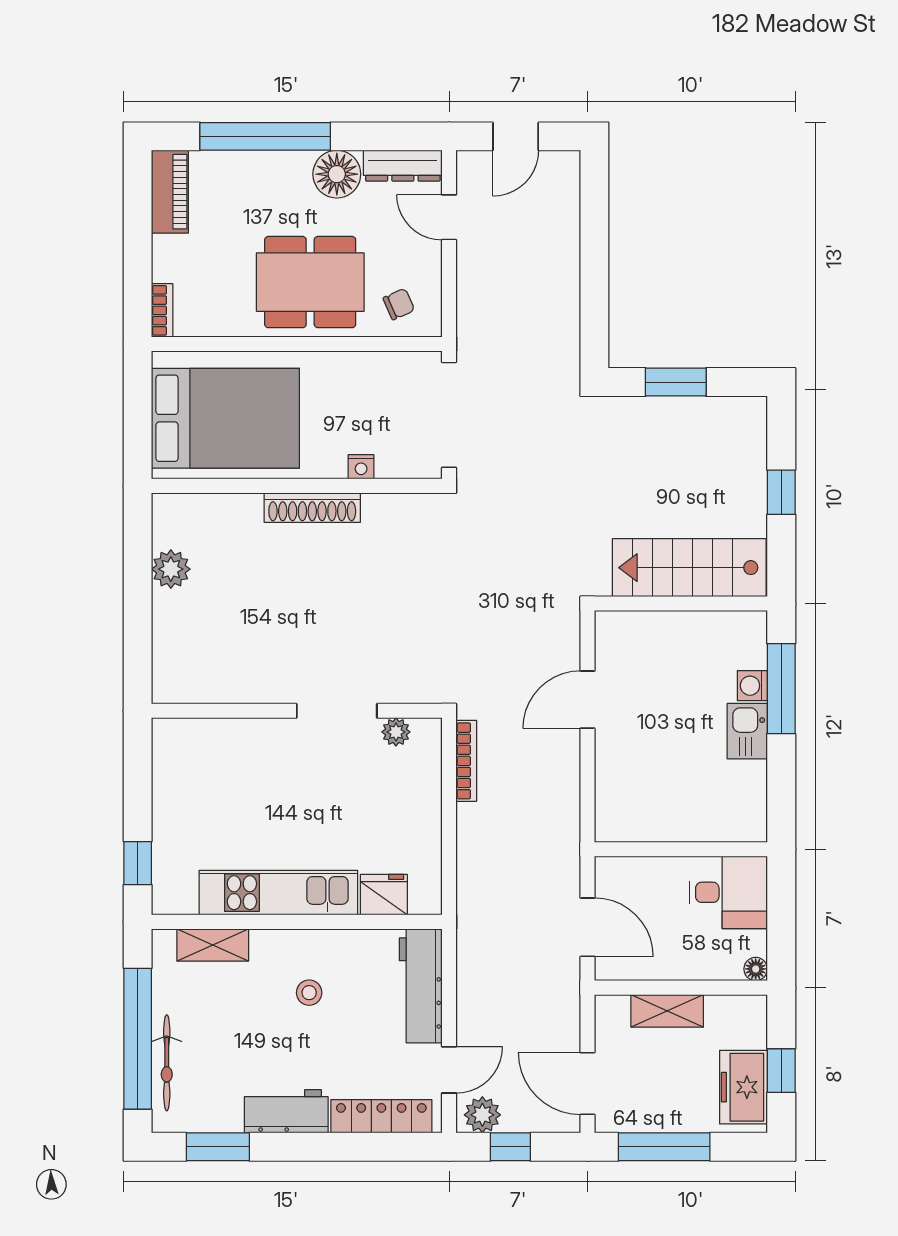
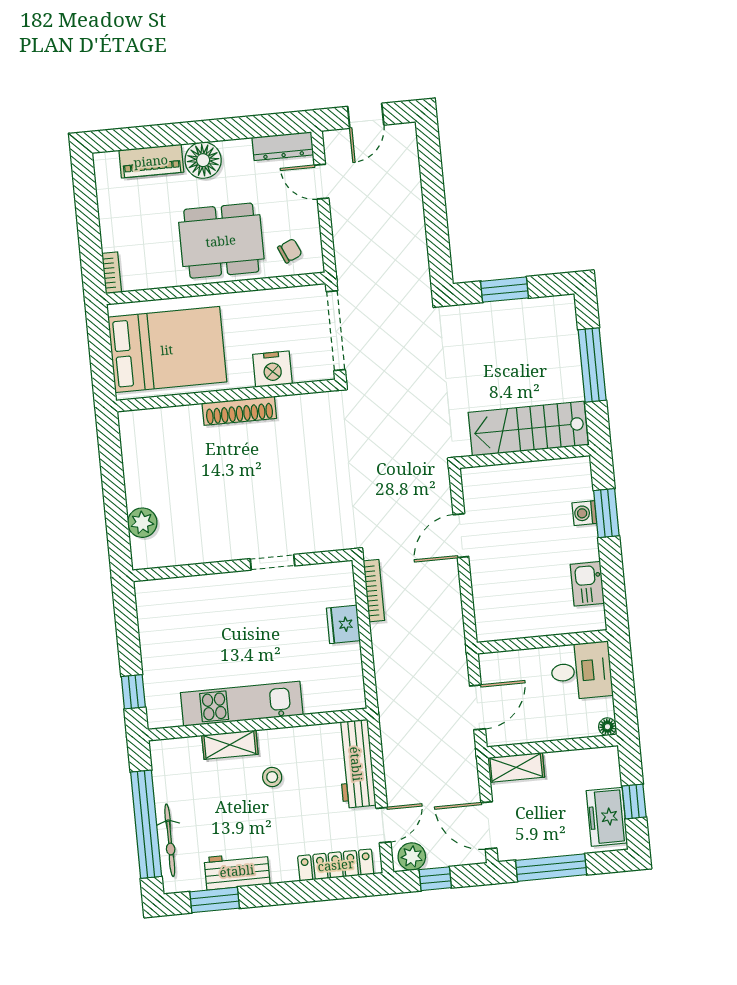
window: (265, 136) -> (177, 134), removed
floor lamp: (337, 174) -> (203, 160), moved
piano: (170, 192) -> (151, 161), moved, turned 90
nightstand: (361, 467) -> (272, 369), width x1.89, depth x1.79
window: (781, 492) -> (592, 365), width x2.17
plant: (171, 569) -> (142, 523), moved
window: (781, 689) -> (606, 513), width x0.69
doorway: (337, 711) -> (272, 562), width x0.73
kitchen sink: (747, 731) -> (587, 584), moved
plant: (396, 732) -> (319, 574), removed
fridge: (384, 895) -> (343, 624), moved, turned -90
door: (587, 927) -> (477, 707), hinge flipped
shelving: (213, 945) -> (230, 745), moved
shelving: (667, 1011) -> (516, 767), moved
workbench: (286, 1111) -> (237, 871), moved

